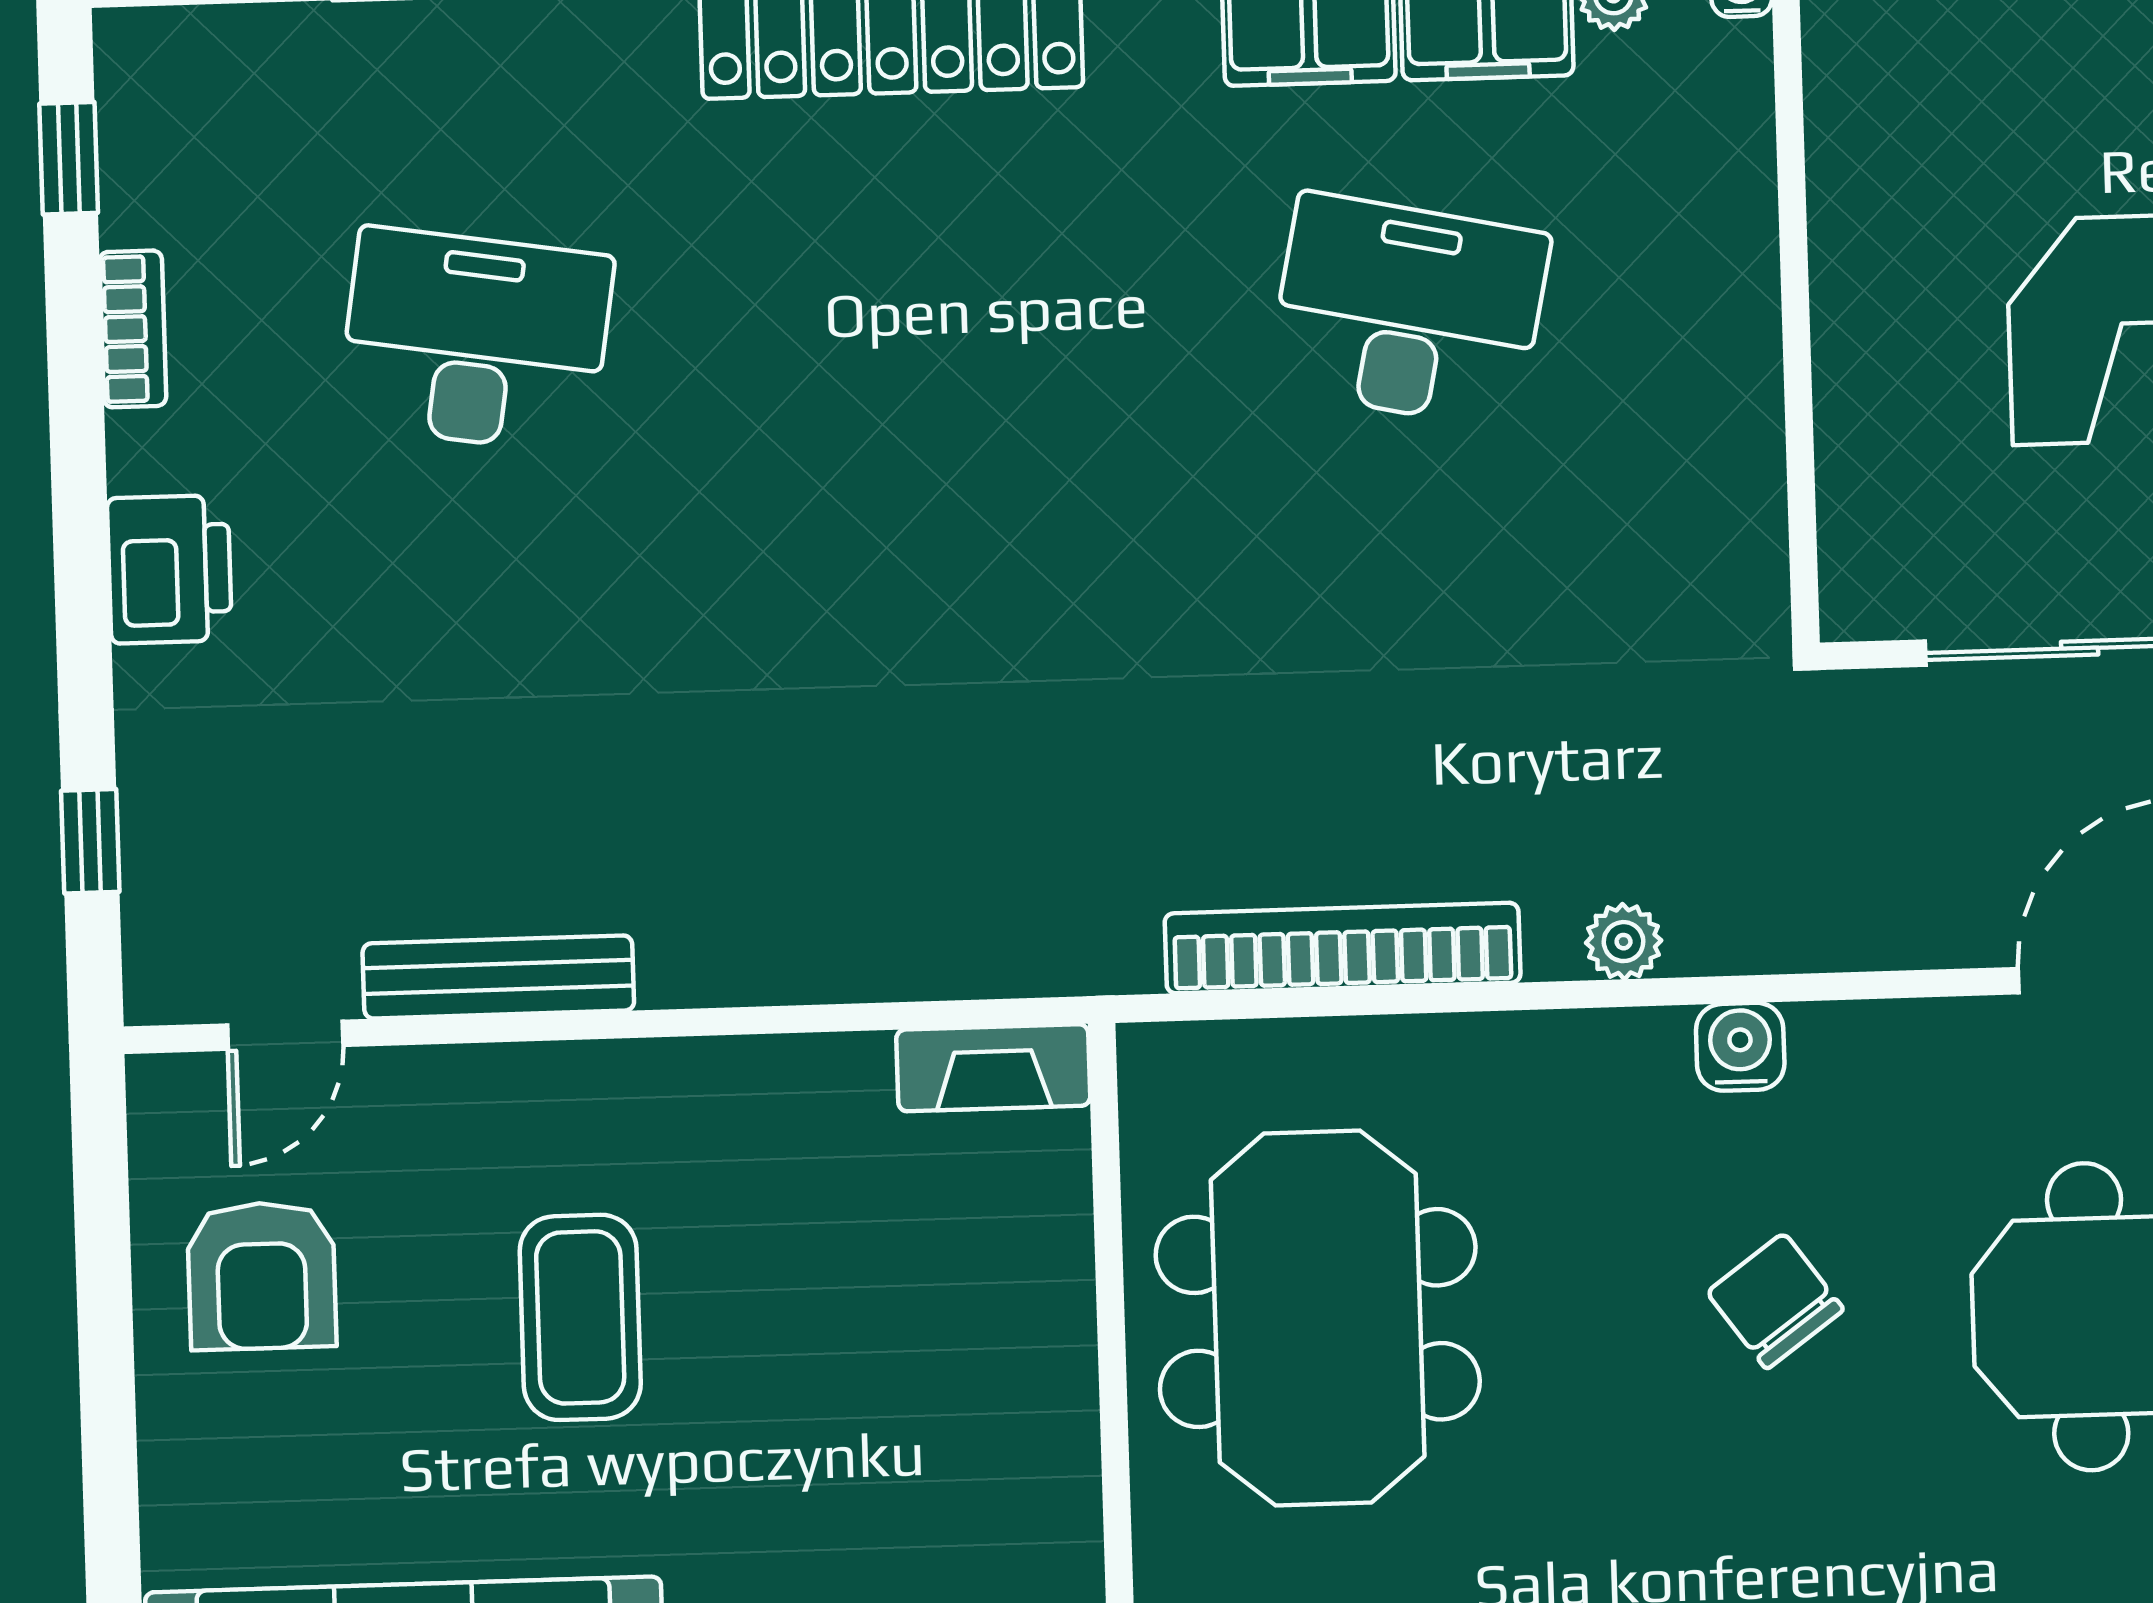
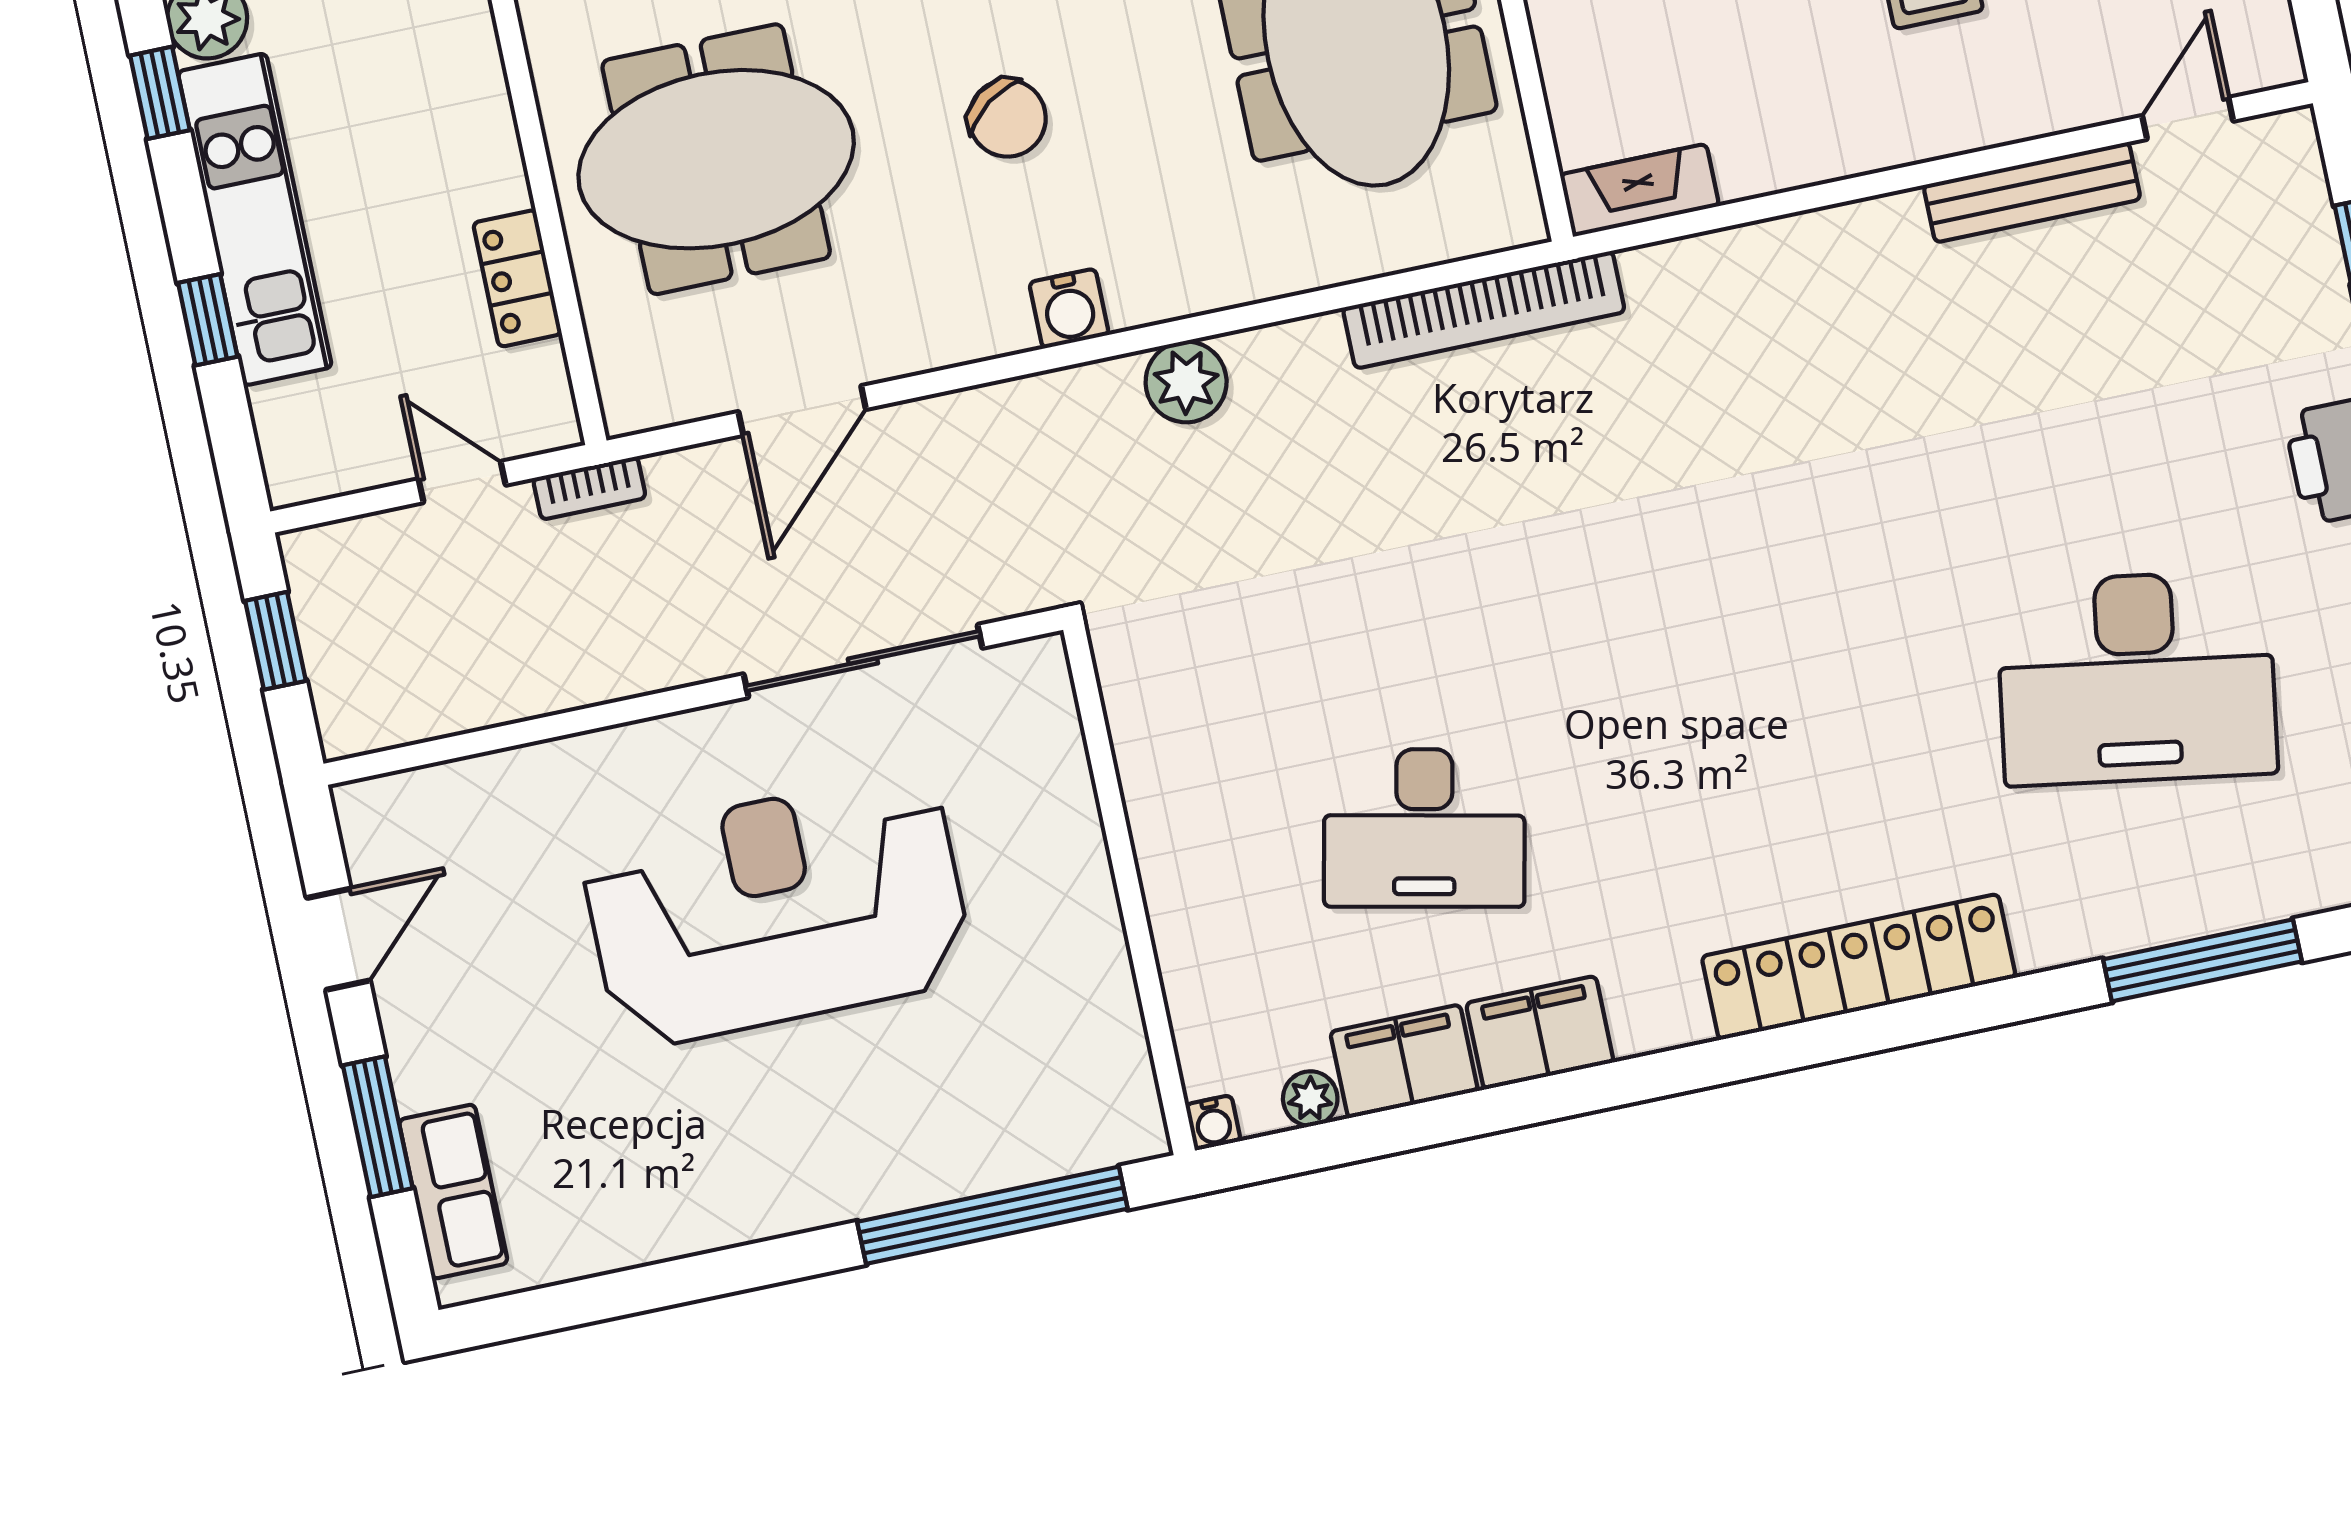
desk: (475, 340) -> (2137, 678), width x1.36, depth x1.30
plant: (1624, 942) -> (1186, 382), width x1.38, depth x1.38
bookcase: (1343, 948) -> (1484, 310), moved

